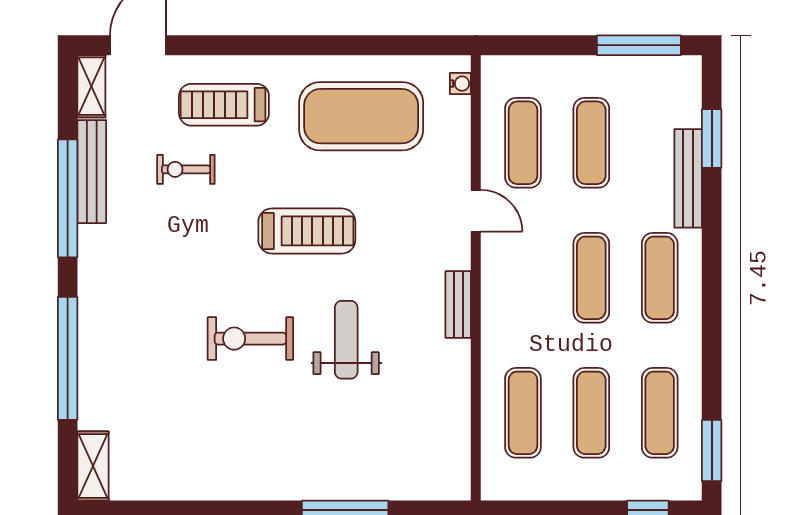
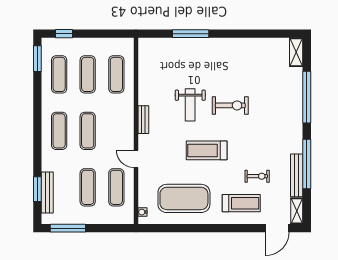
bench: (688, 178) -> (47, 192), moved

